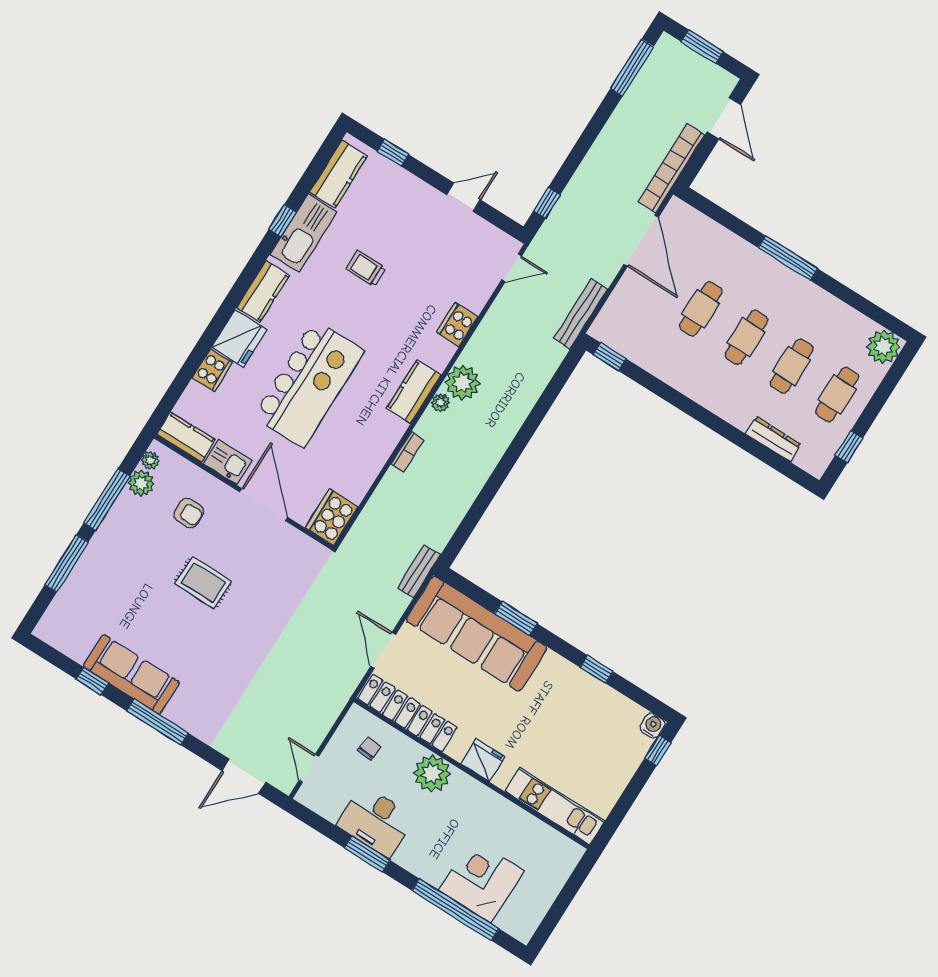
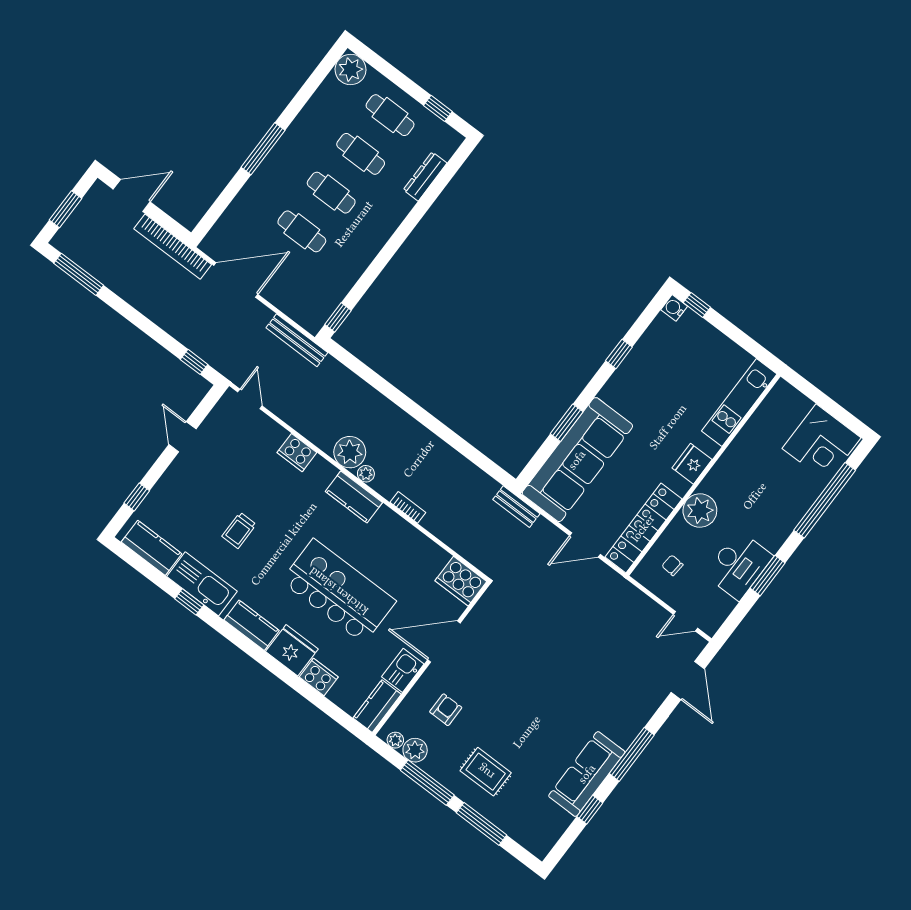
rug: (203, 583) -> (486, 772), moved, turned 90
corner desk: (481, 881) -> (821, 443), moved, turned -90

